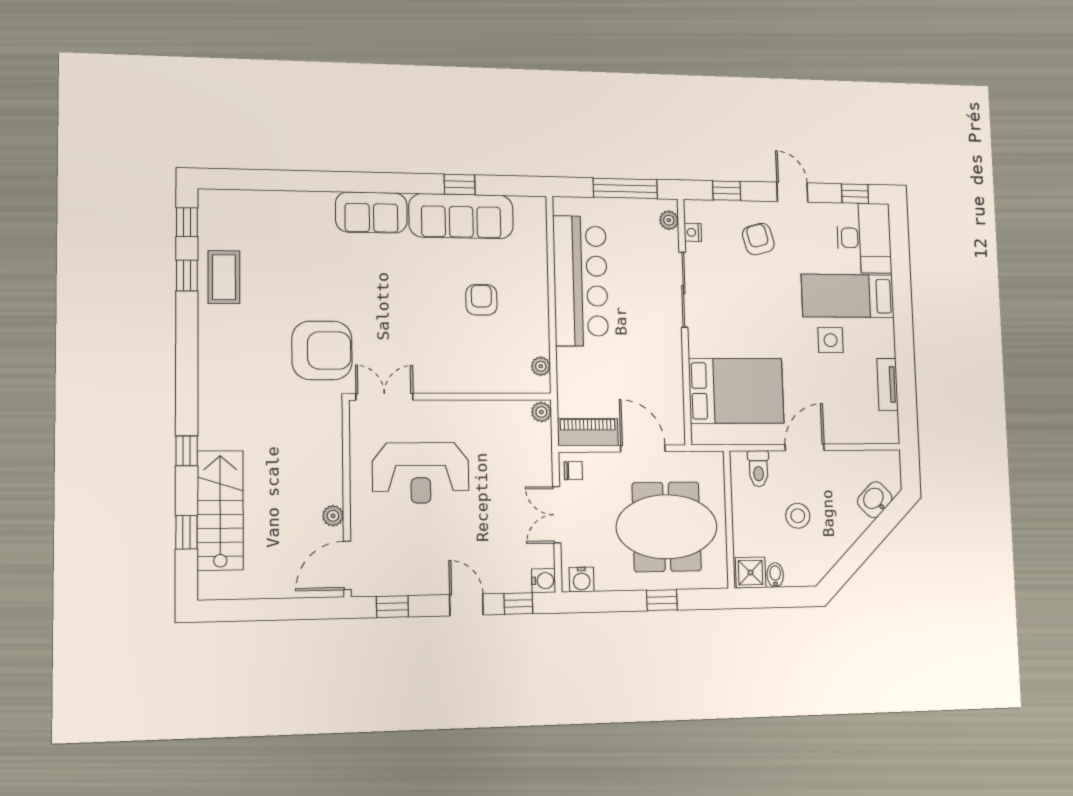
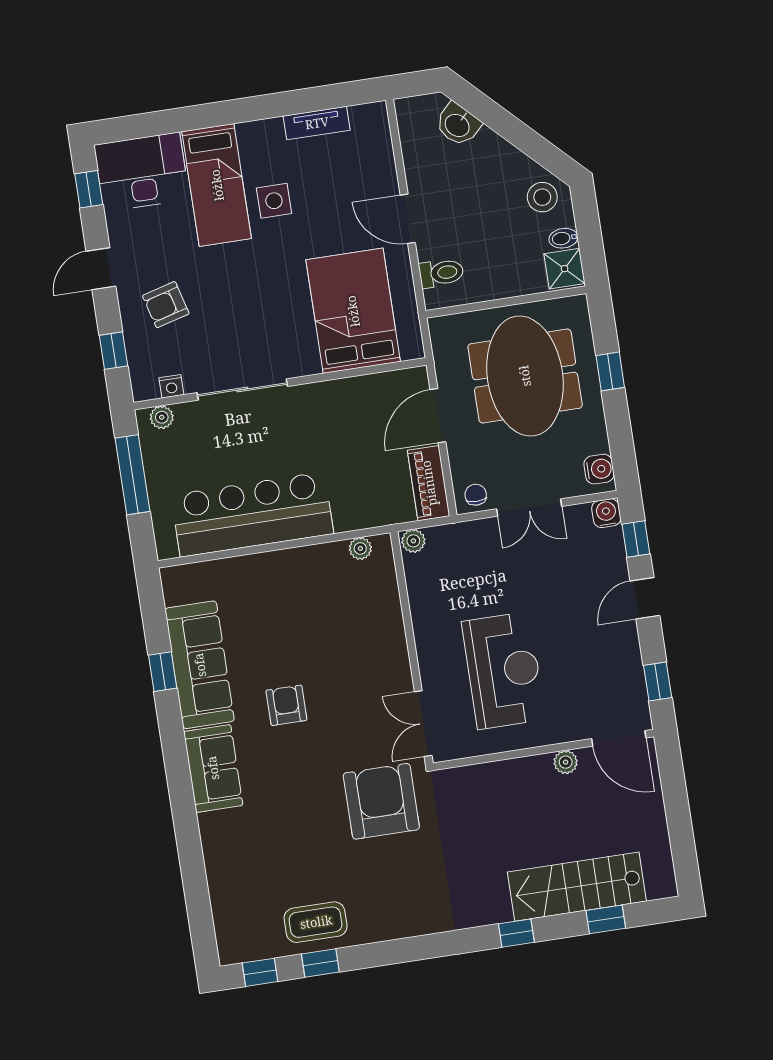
armchair: (481, 300) -> (286, 705), moved, turned 90
stool: (798, 516) -> (542, 197), moved

